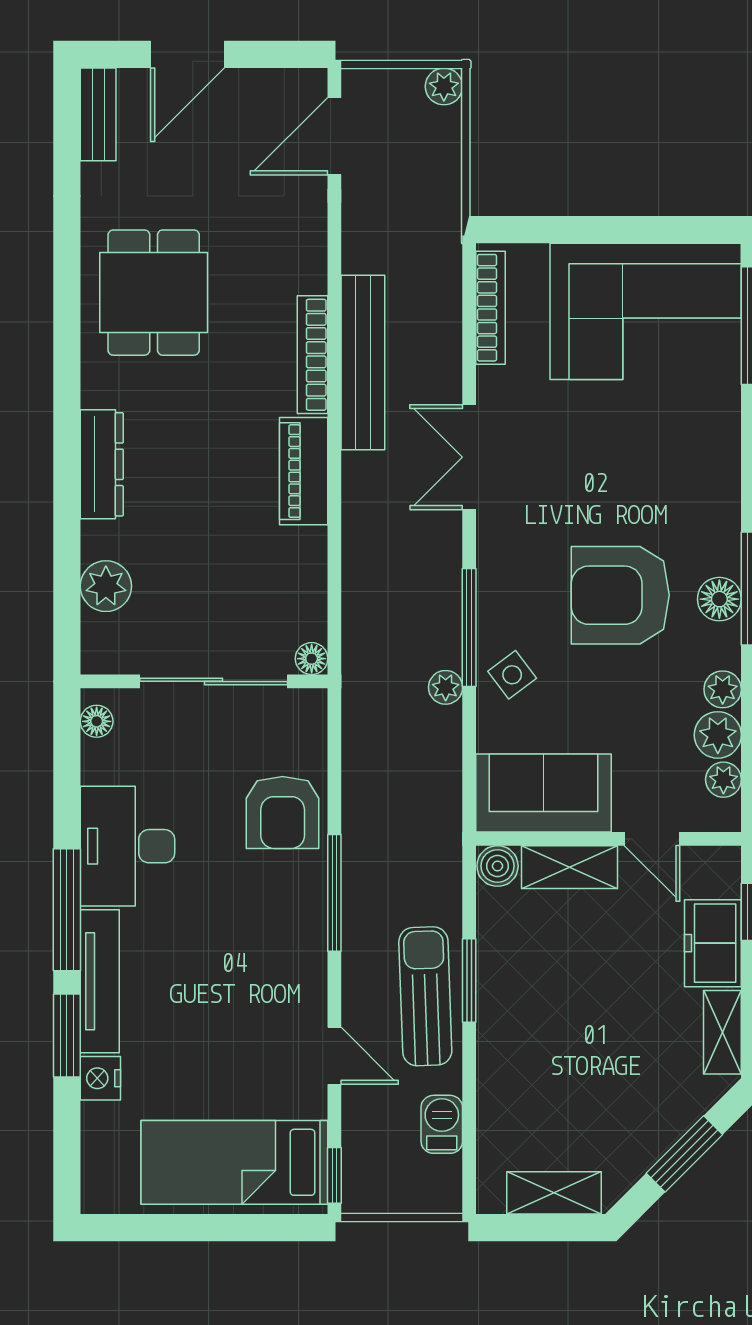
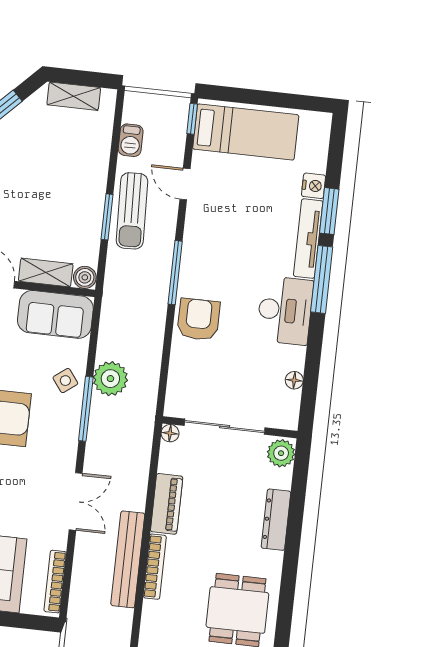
floor lamp: (312, 659) -> (170, 433), moved
wall: (204, 681) -> (230, 427), moved
sliding door: (214, 681) -> (225, 427), moved
plant: (446, 687) -> (110, 379), width x1.88, depth x1.88

